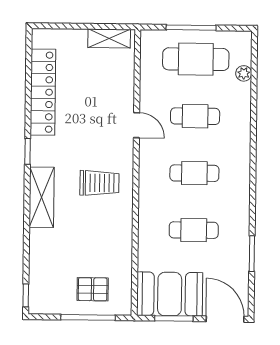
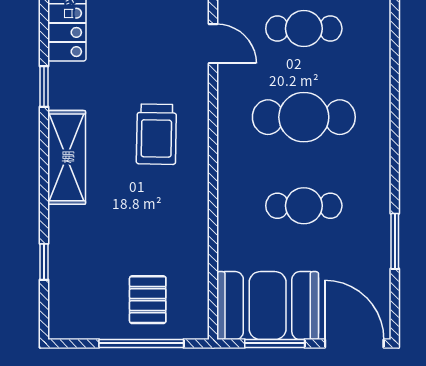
cafe table: (194, 173) -> (304, 117), width x1.37, depth x1.35
trolley: (99, 183) -> (156, 134), turned 91
pallet: (93, 289) -> (148, 300), turned 90
window: (26, 295) -> (44, 262), moved

